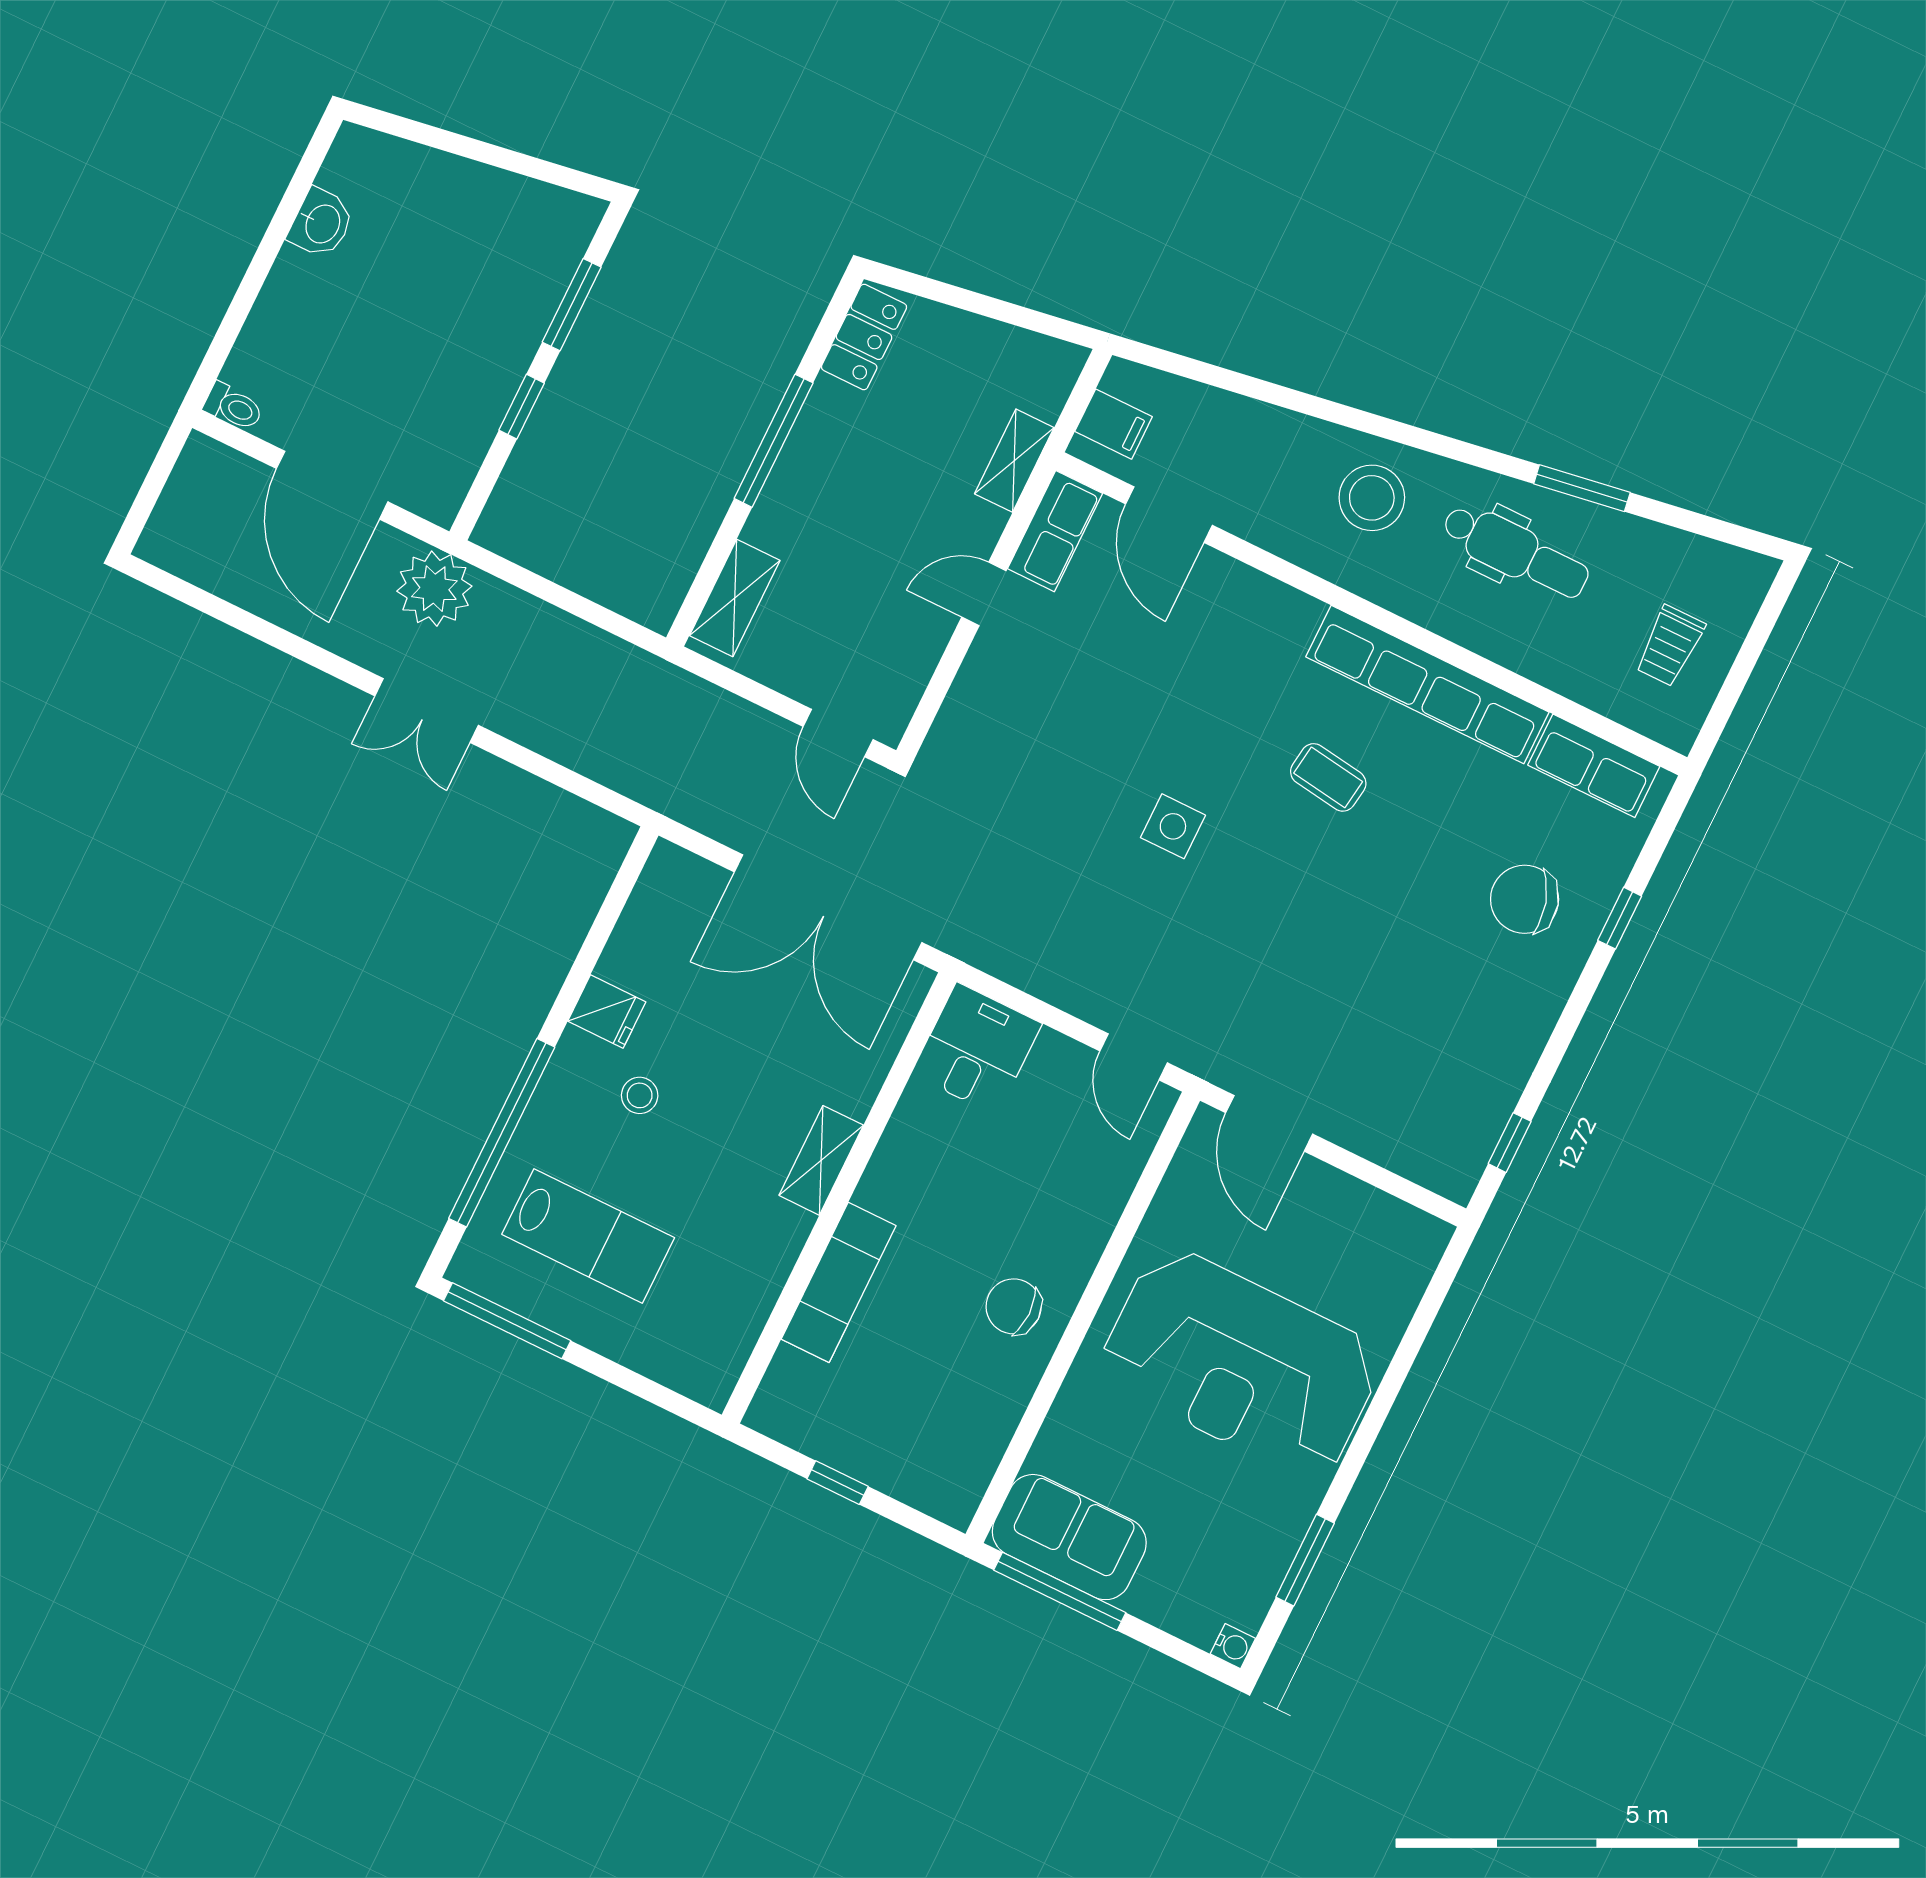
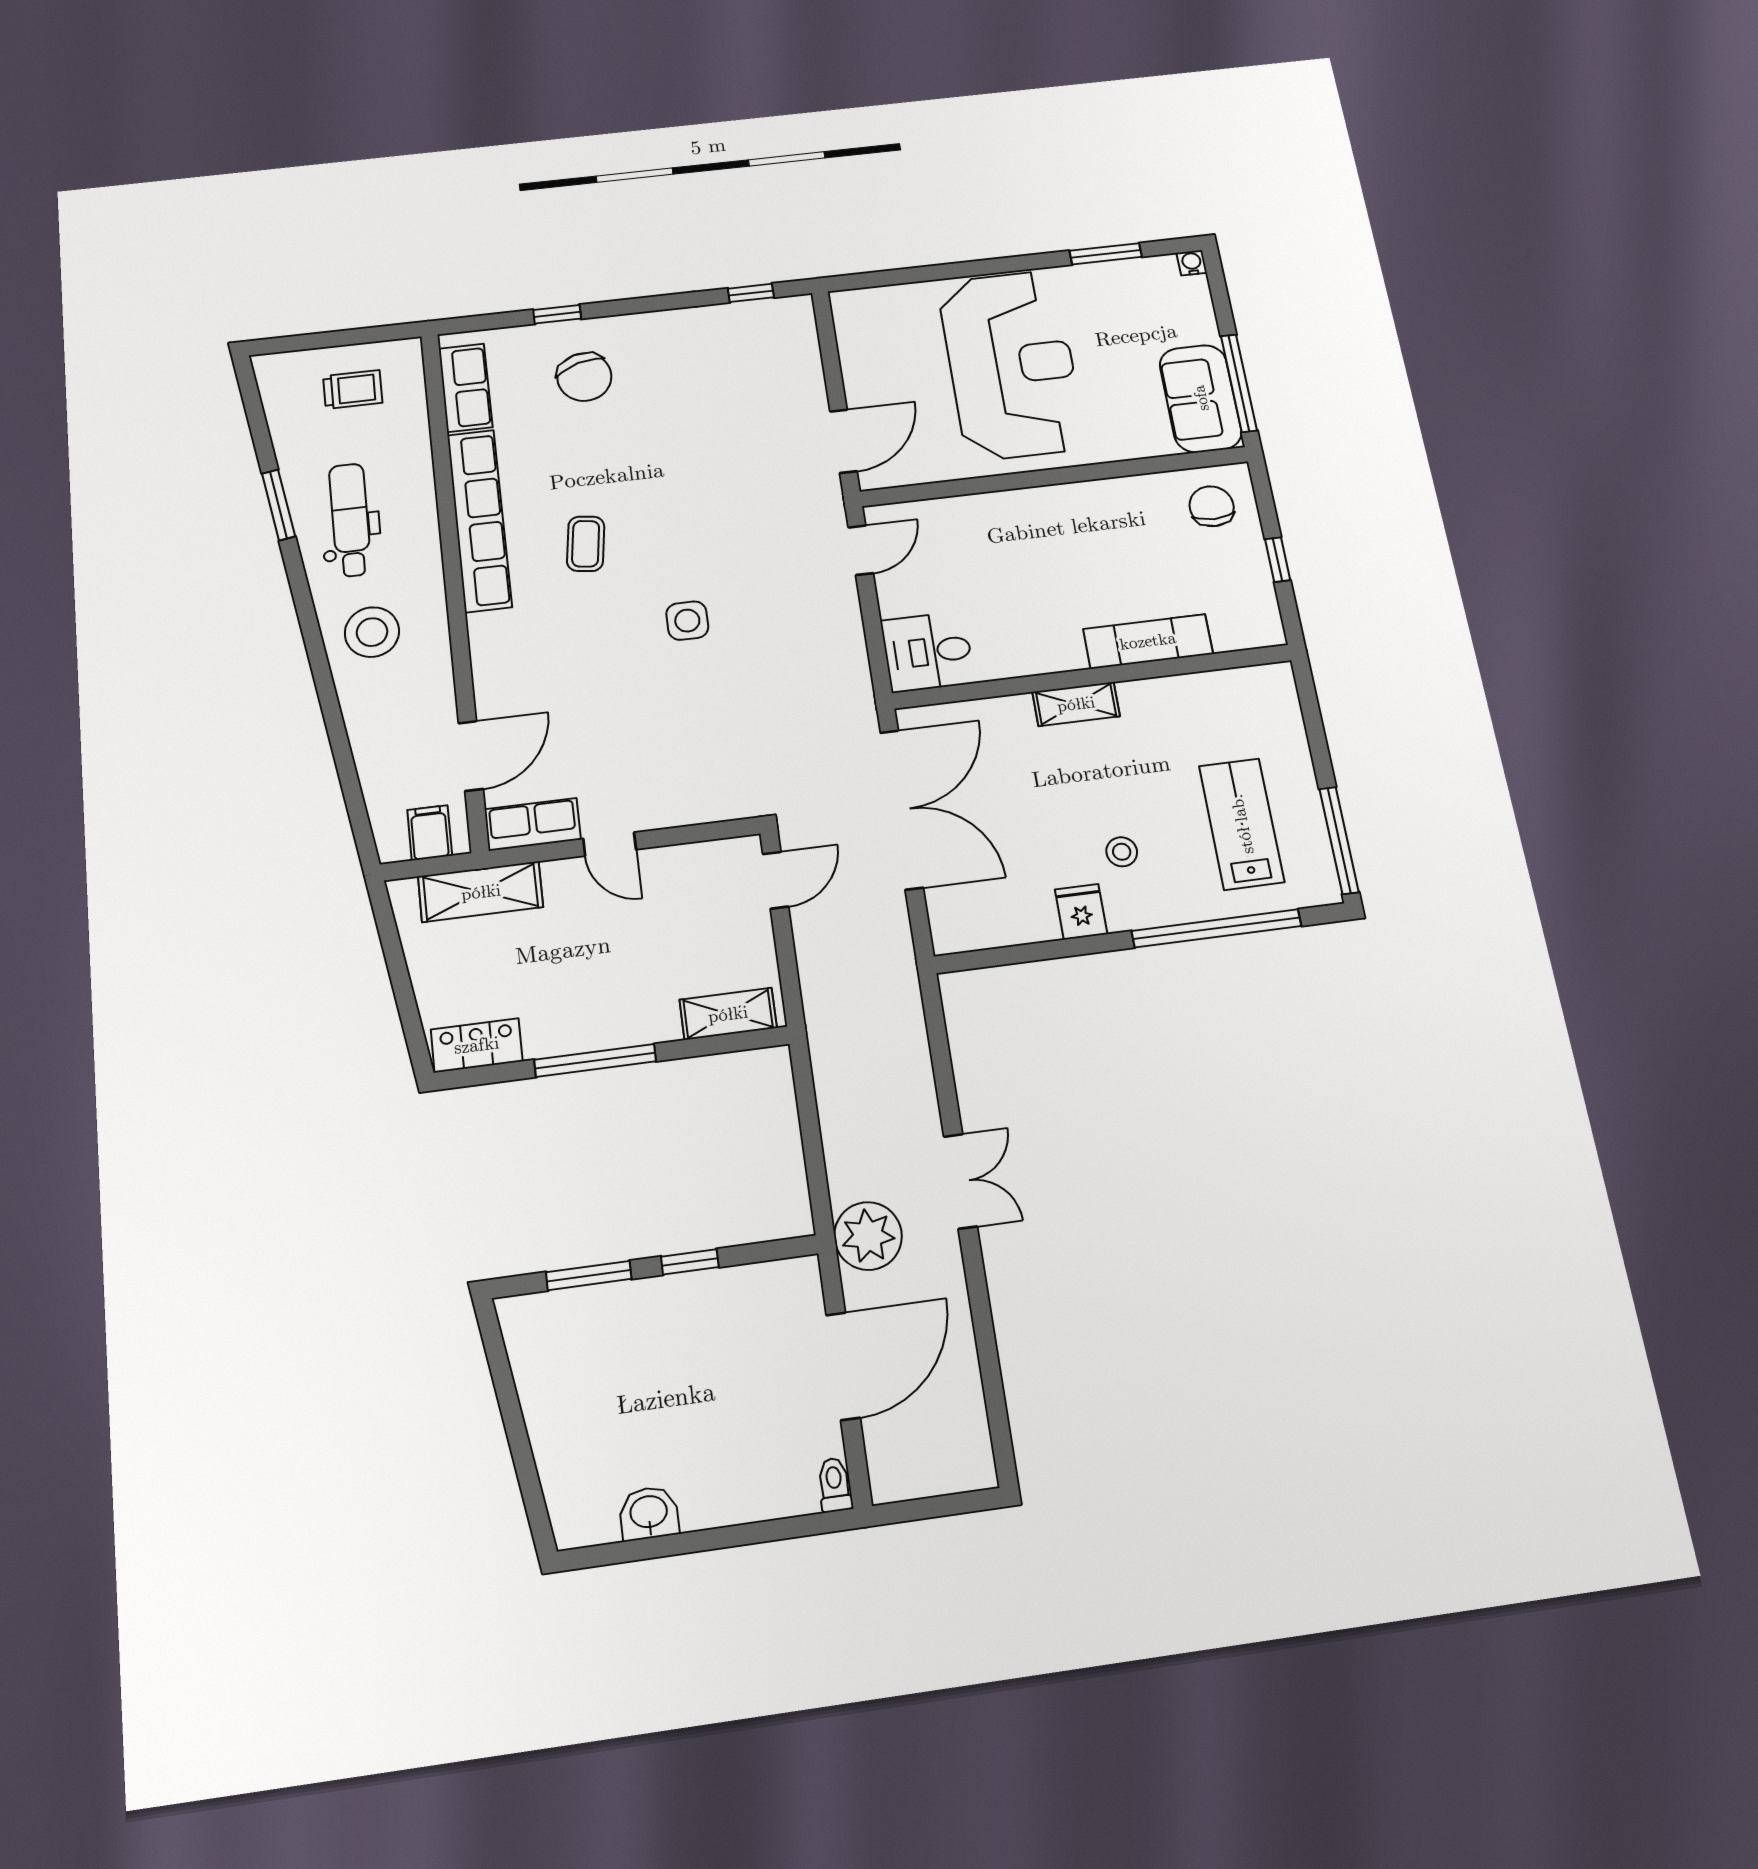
shelving: (1014, 461) -> (481, 892), width x1.50, depth x1.33
chair: (1014, 1306) -> (1212, 506), moved, turned 180

